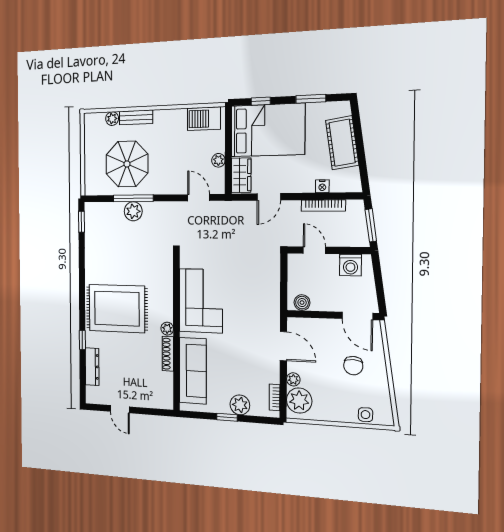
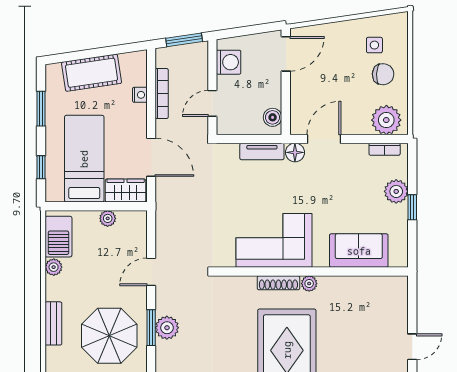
plant: (112, 119) -> (54, 267), moved
bed: (268, 130) -> (84, 159), width x0.67
door: (269, 197) -> (151, 157), width x1.38
window: (133, 198) -> (151, 328), width x0.69
door: (199, 198) -> (151, 272), moved
tv unit: (273, 293) -> (262, 151), added
floor lamp: (272, 321) -> (295, 152), added
shoe rack: (168, 354) -> (278, 283), moved
chair: (353, 366) -> (383, 74), moved
sofa: (193, 371) -> (359, 251), width x0.73
plant: (293, 379) -> (362, 127), removed
side table: (365, 415) -> (374, 45), moved

